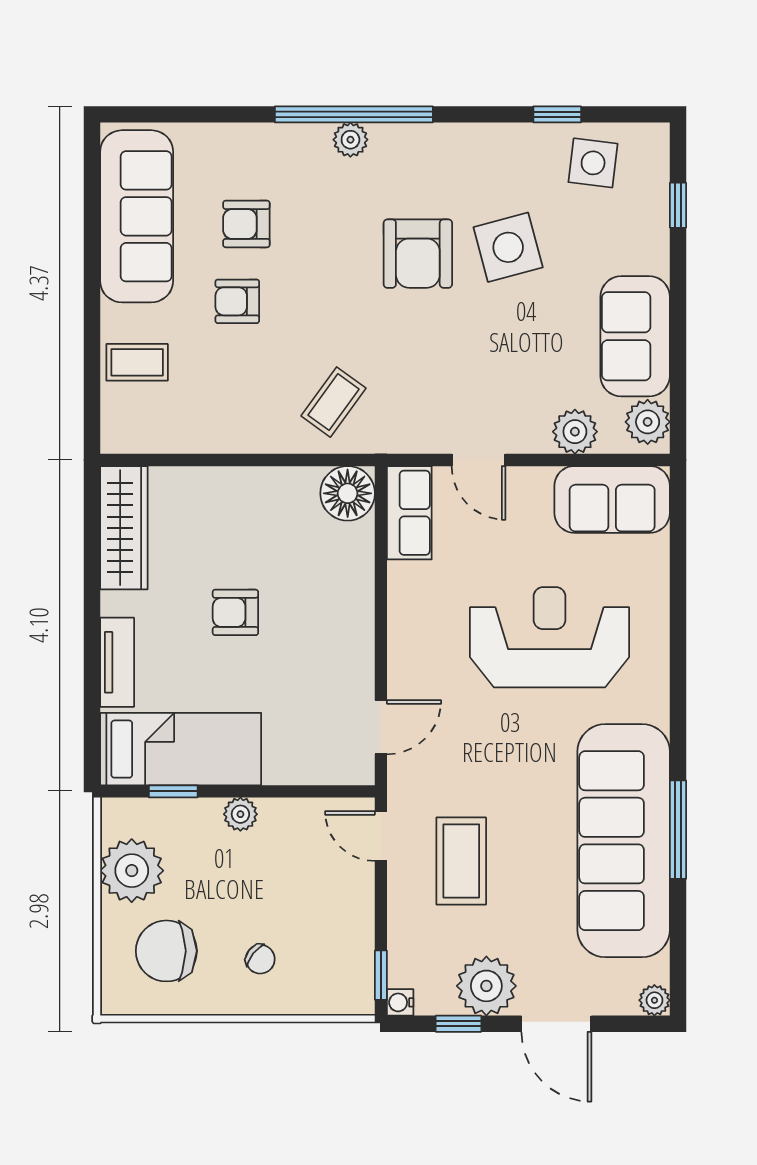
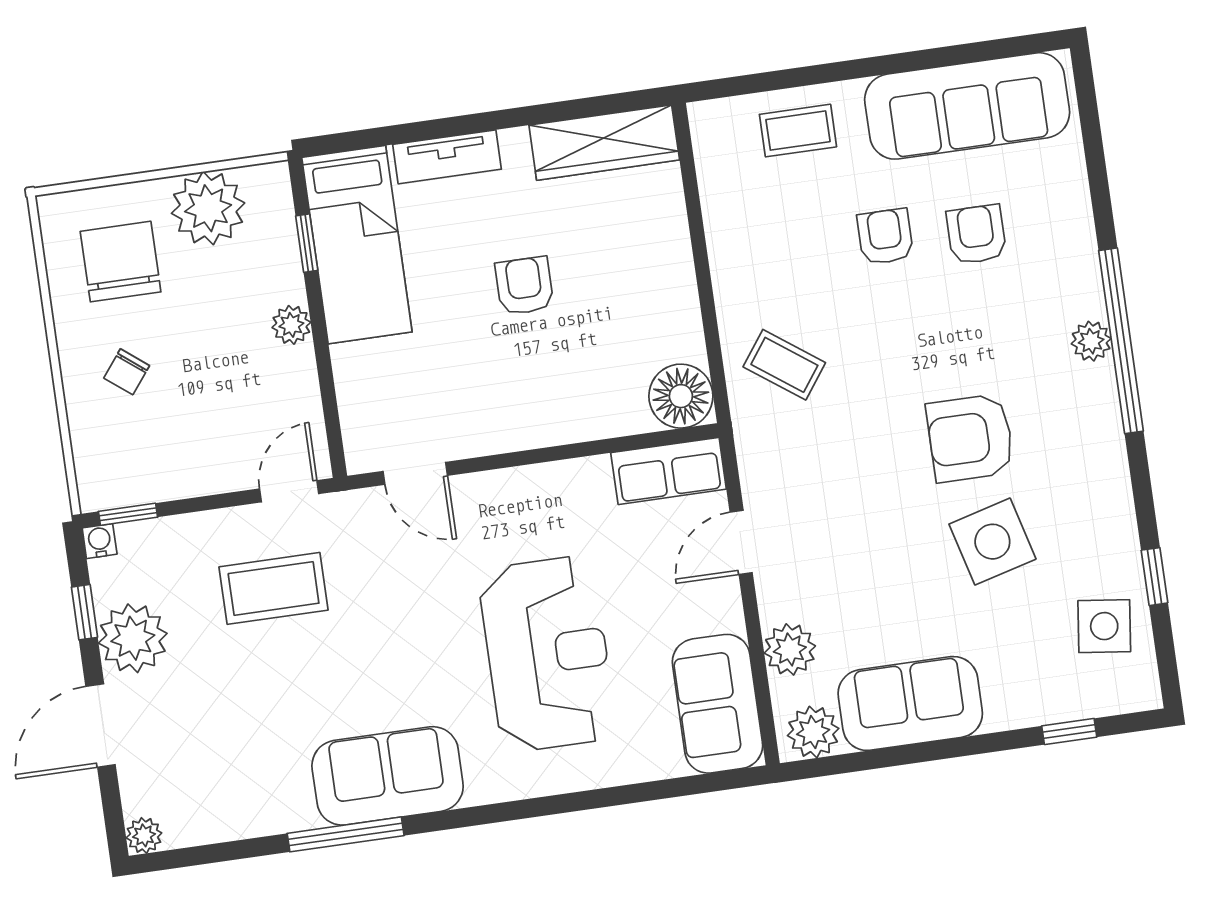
coffee table: (137, 362) -> (798, 131), turned 90
sofa: (624, 841) -> (388, 776), width x0.54, depth x0.79

